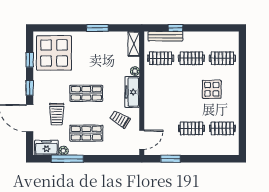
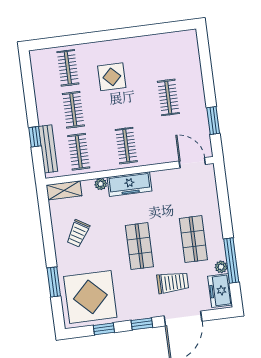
window: (97, 28) -> (54, 282), moved
trolley: (120, 119) -> (78, 233), moved
clothes rail: (222, 128) -> (126, 146), moved

